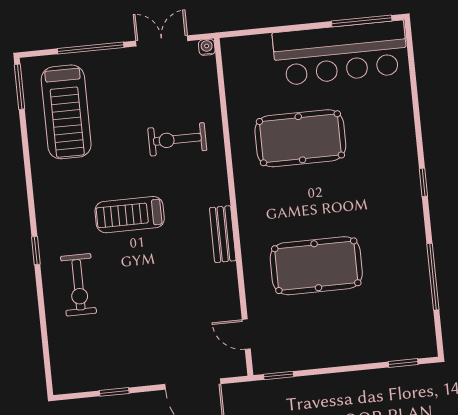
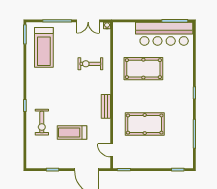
double door: (162, 41) -> (88, 21), swing flipped
treadmill: (130, 215) -> (72, 132), moved

